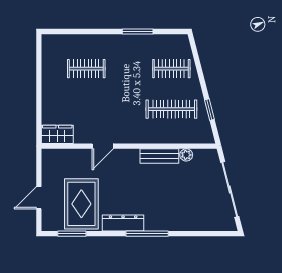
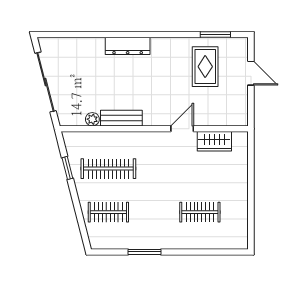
wardrobe: (57, 134) -> (214, 141), moved
door: (39, 198) -> (251, 73), hinge flipped
rug: (81, 204) -> (205, 67), width x0.73, depth x0.70
dresser: (123, 223) -> (128, 46), moved
window: (147, 234) -> (134, 34), removed

